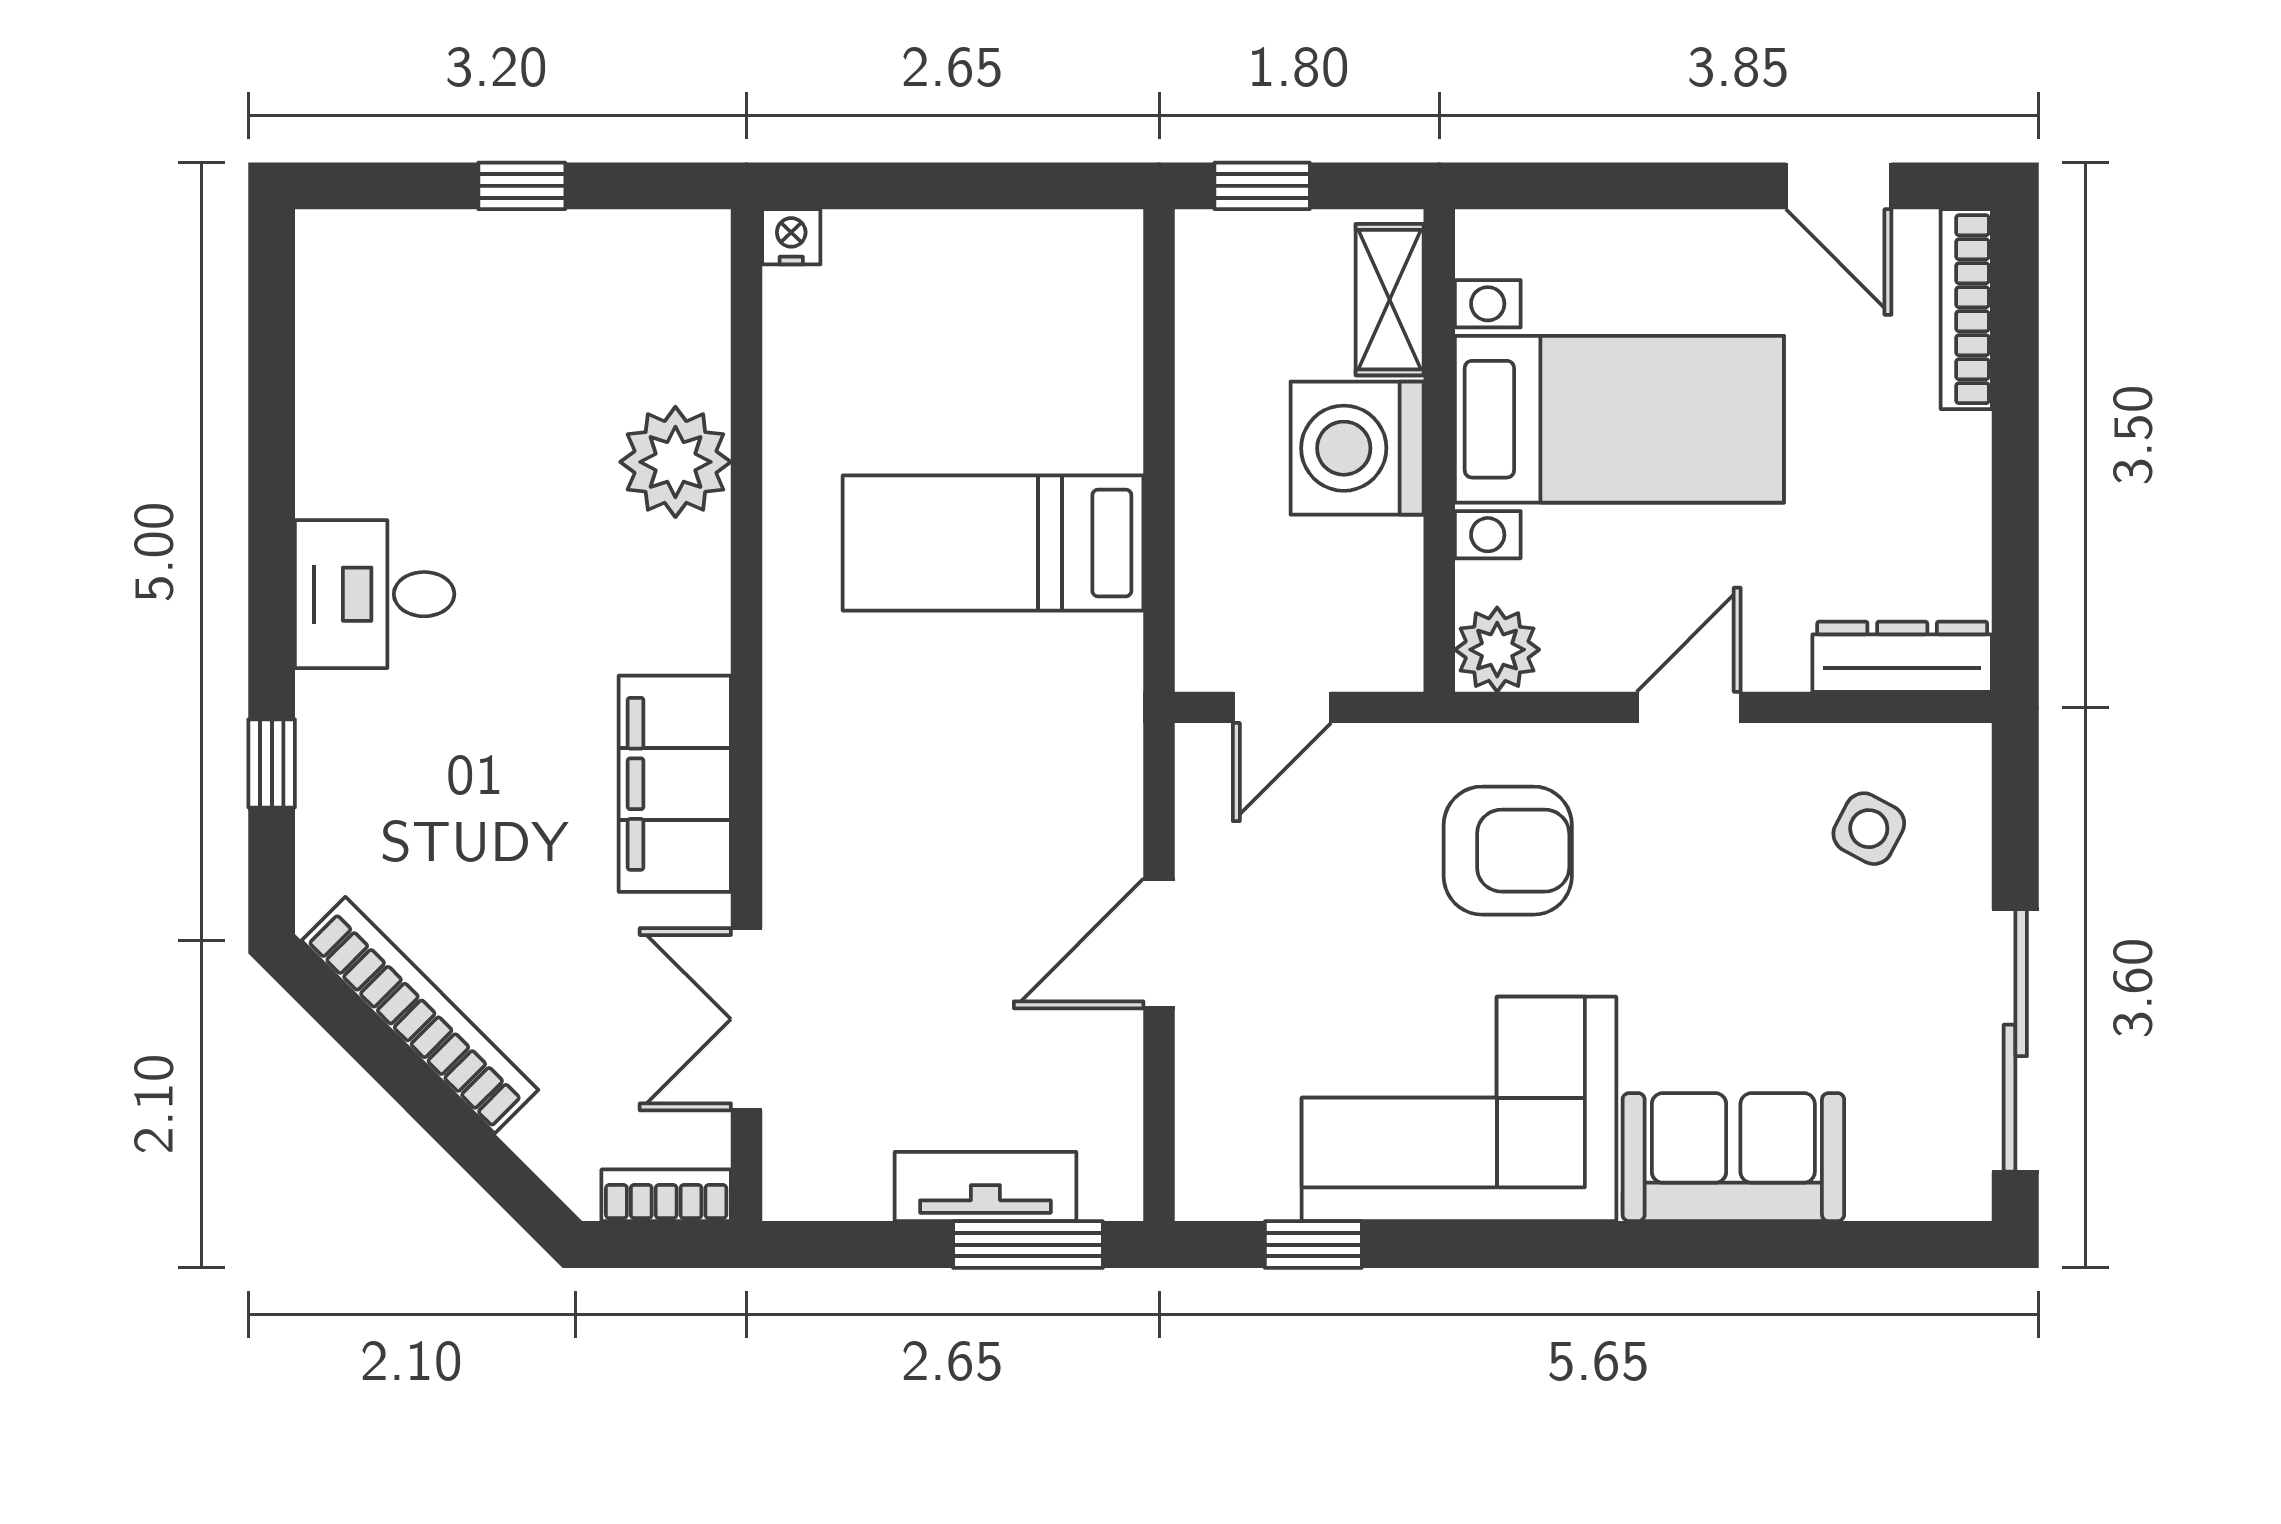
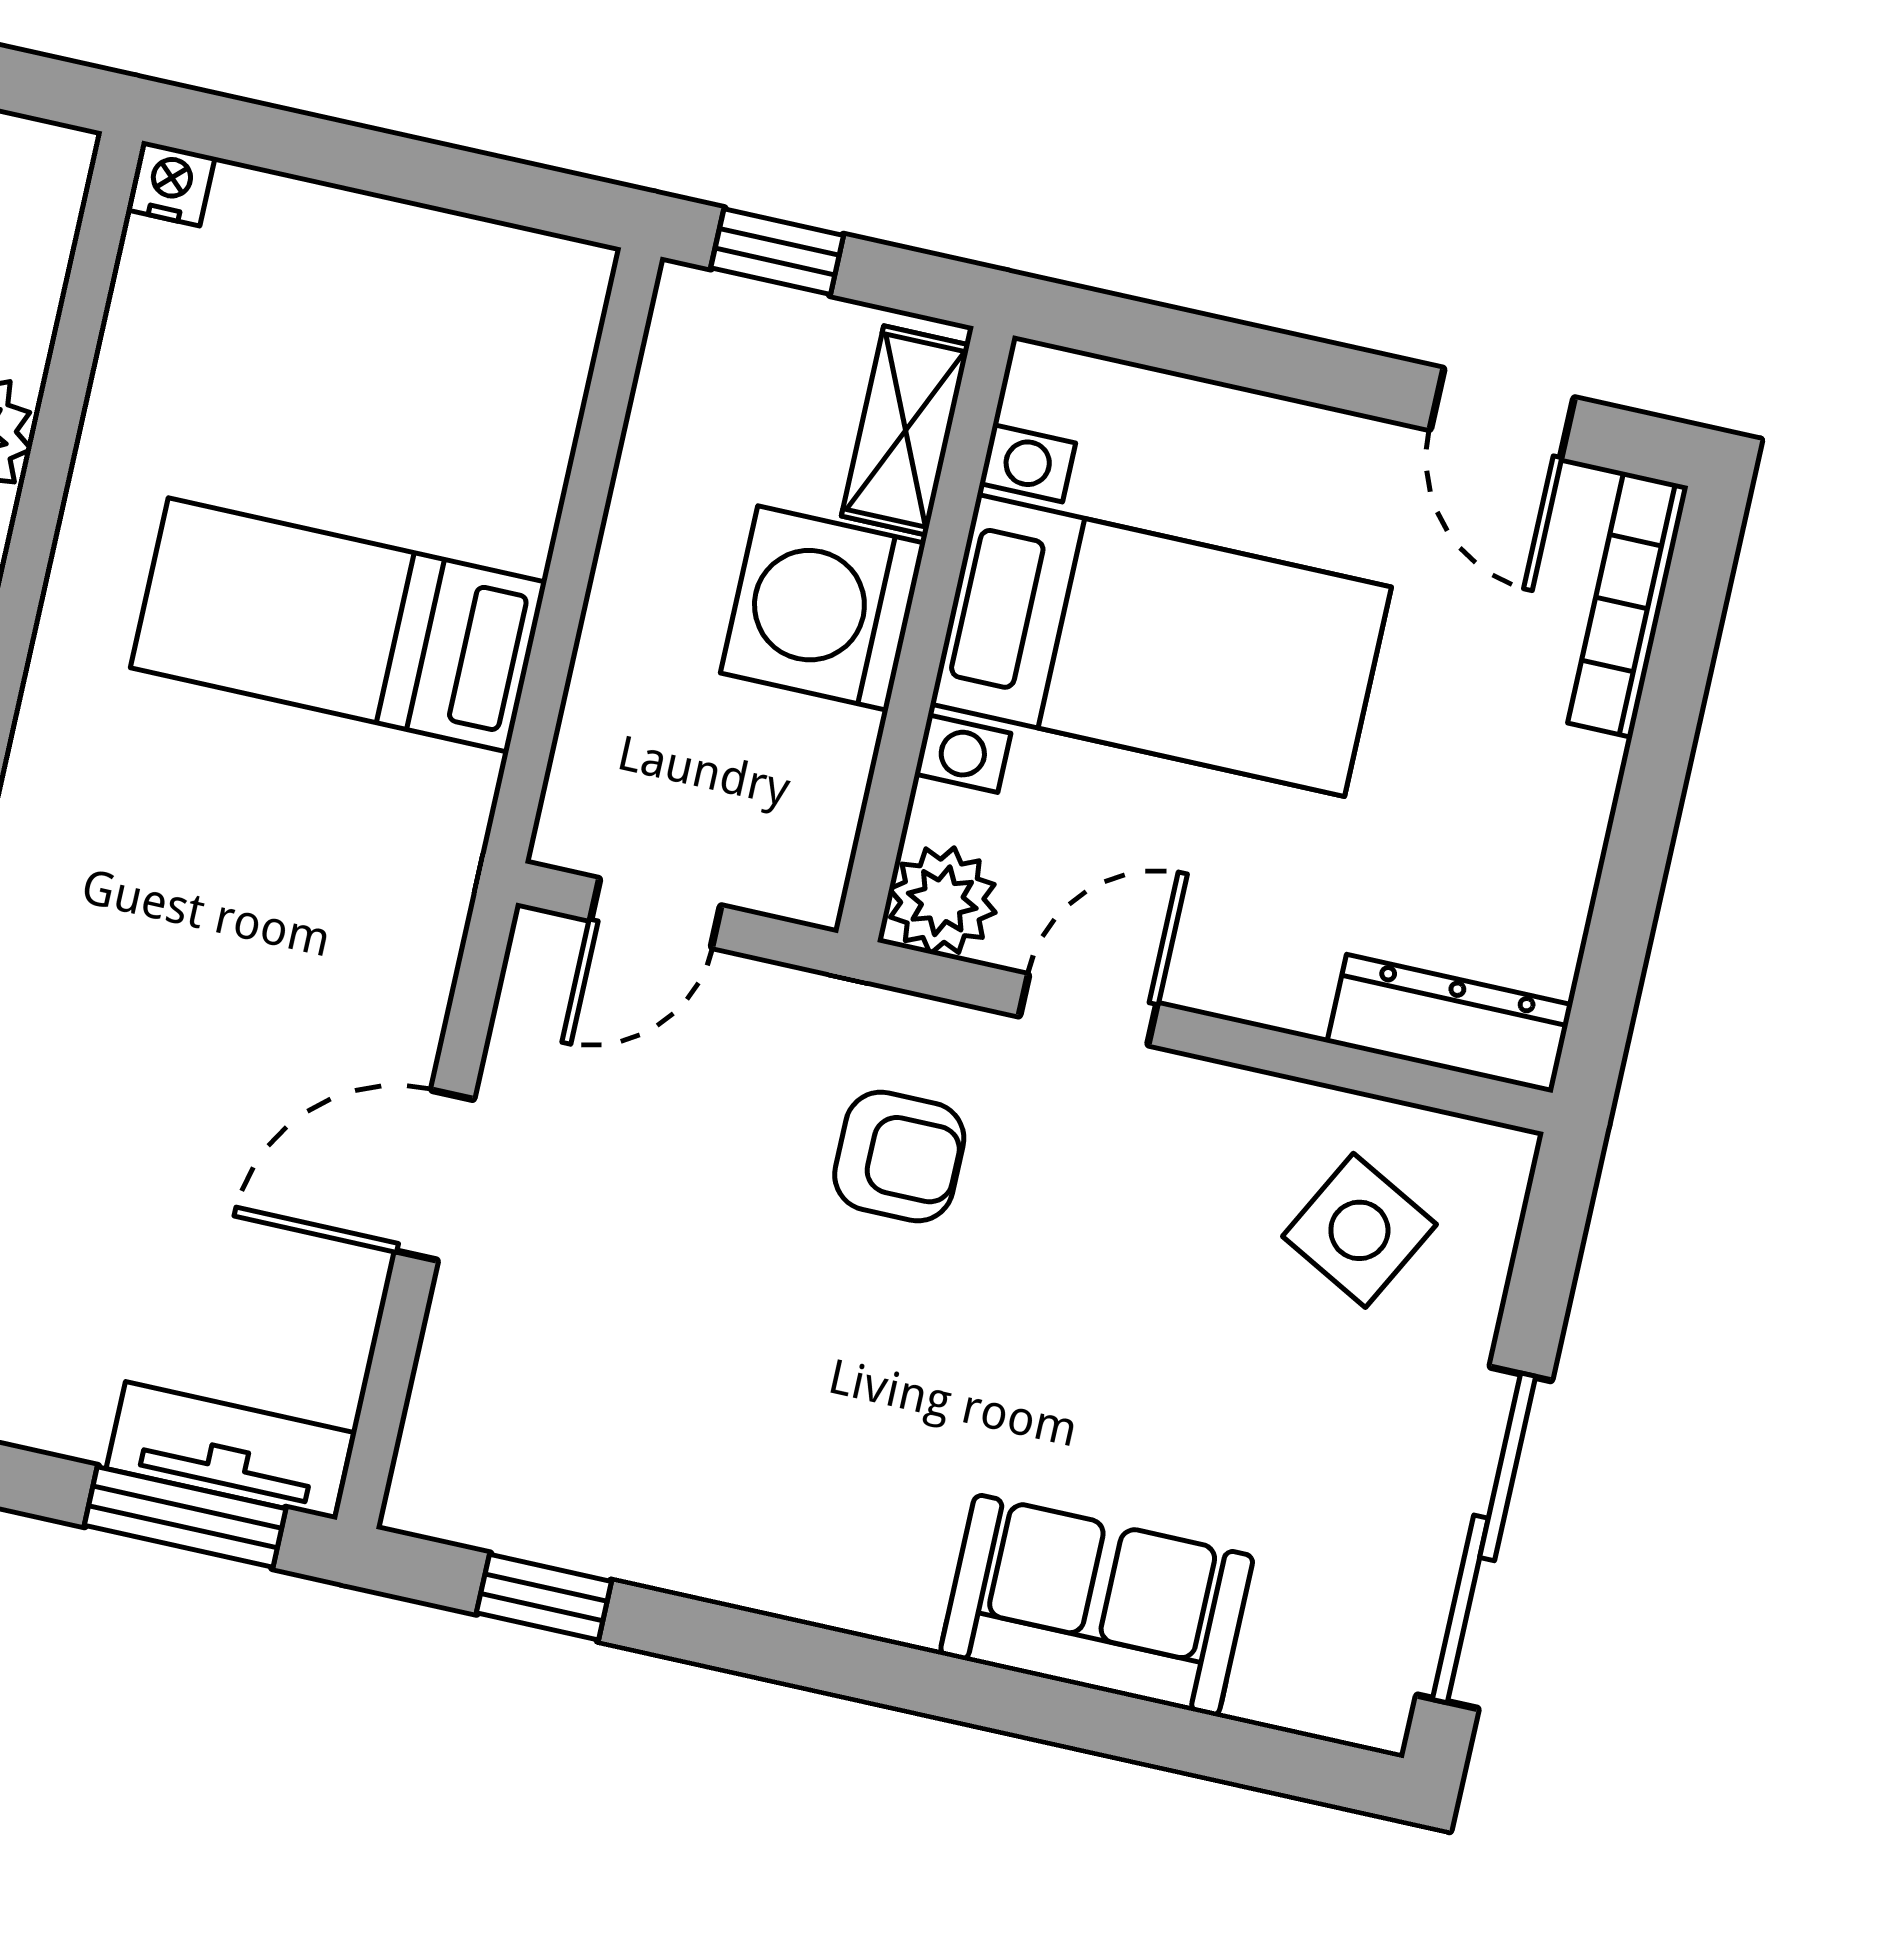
door: (1689, 707) -> (1088, 1010), moved
side table: (1869, 829) -> (1359, 1230), width x1.37, depth x1.37
armchair: (1508, 851) -> (899, 1156), width x0.72, depth x0.72
corner sofa: (1459, 1109) -> (765, 1468), removed
tv unit: (985, 1187) -> (230, 1450), moved

